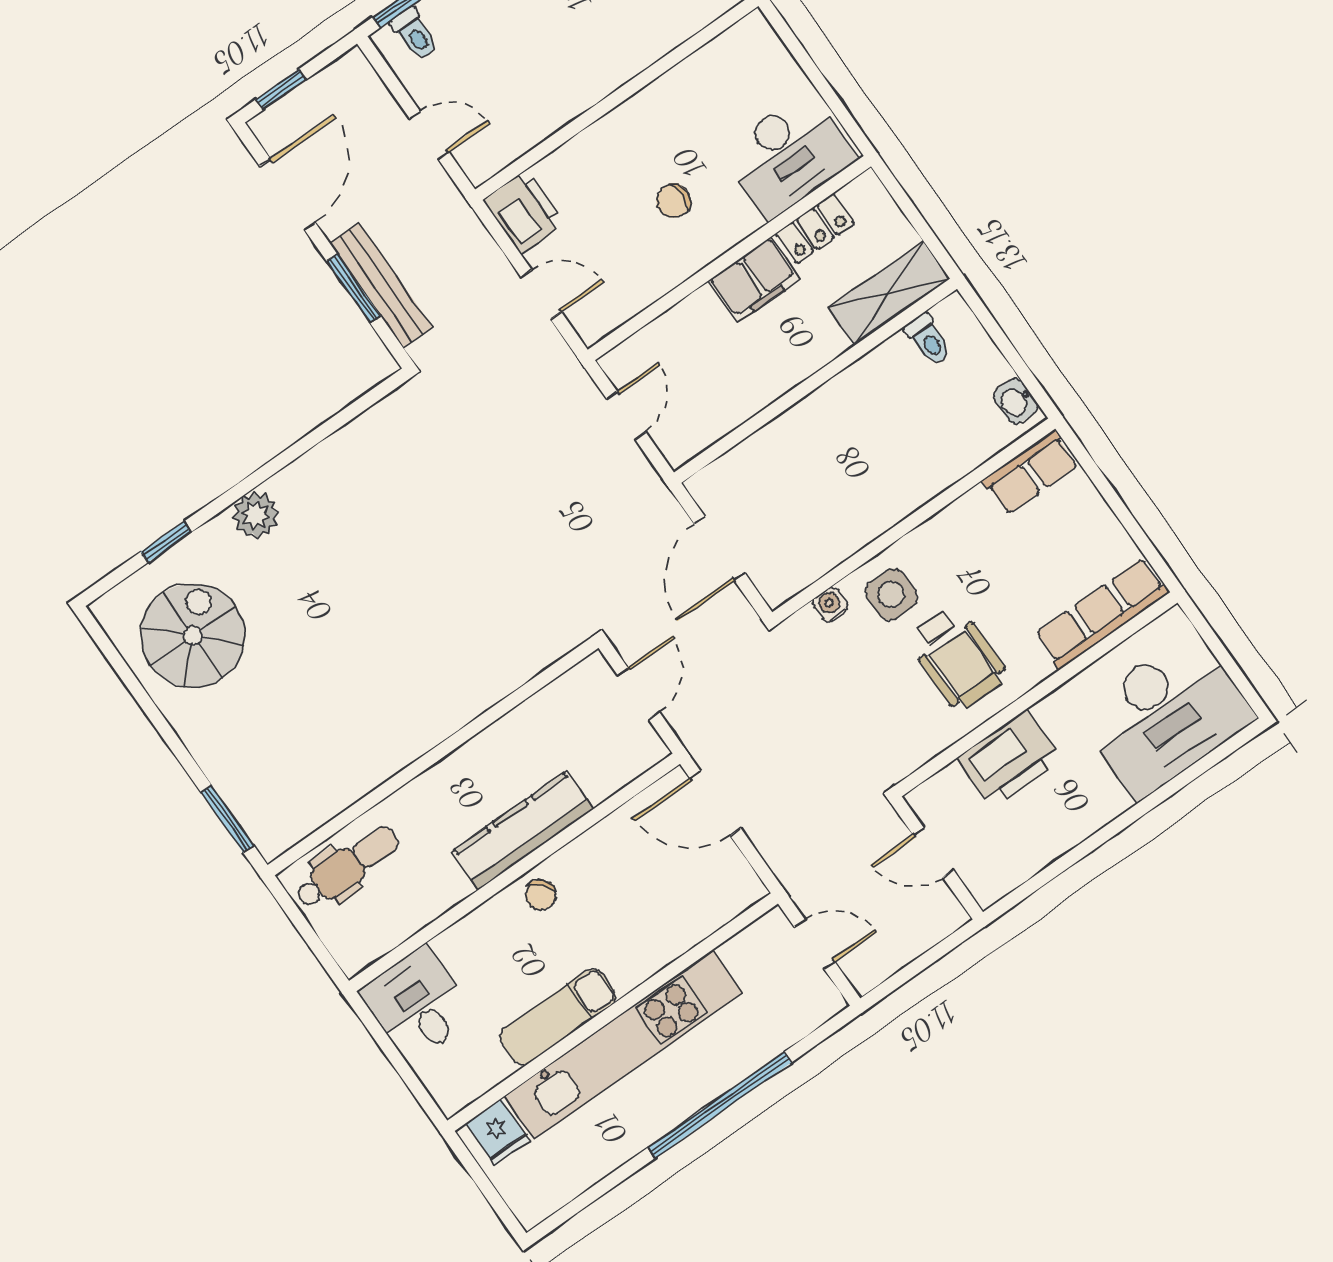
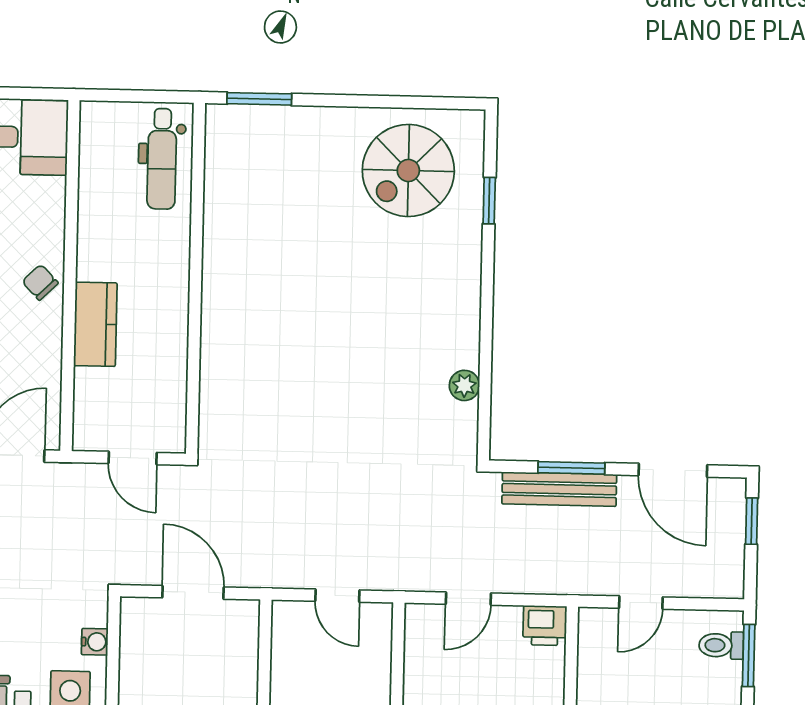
printer: (524, 211) -> (545, 626), width x0.73, depth x0.81
plant: (256, 515) -> (464, 385), moved, width x0.73, depth x0.73
spiral stairs: (193, 636) -> (408, 171), turned 90
kitchen counter: (522, 830) -> (95, 324), width x0.67

